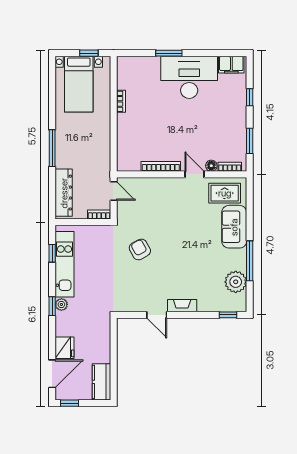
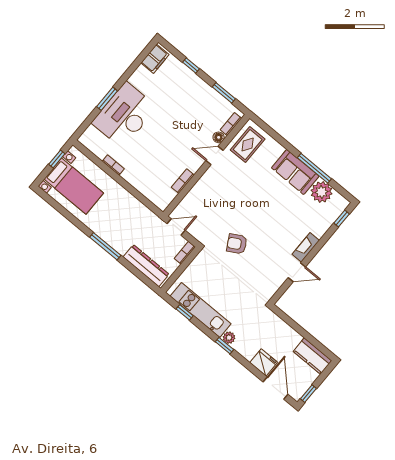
desk: (189, 77) -> (124, 115), moved
bookcase: (161, 166) -> (183, 181), width x0.64
sofa: (234, 227) -> (295, 172), moved

